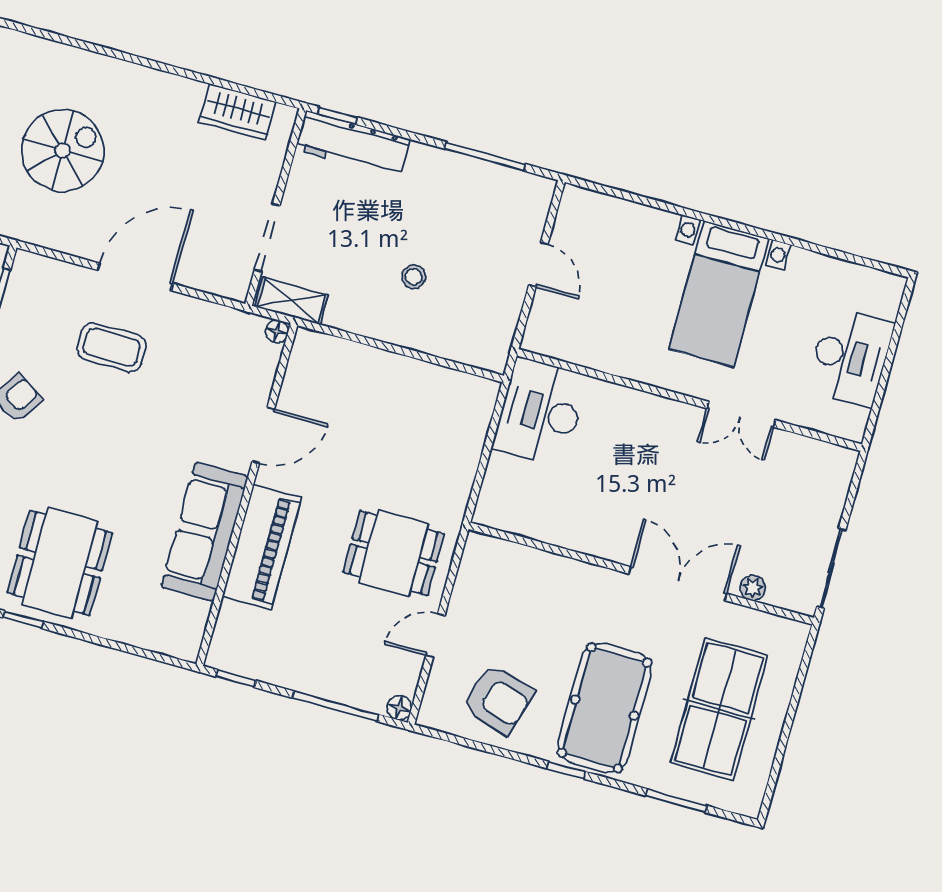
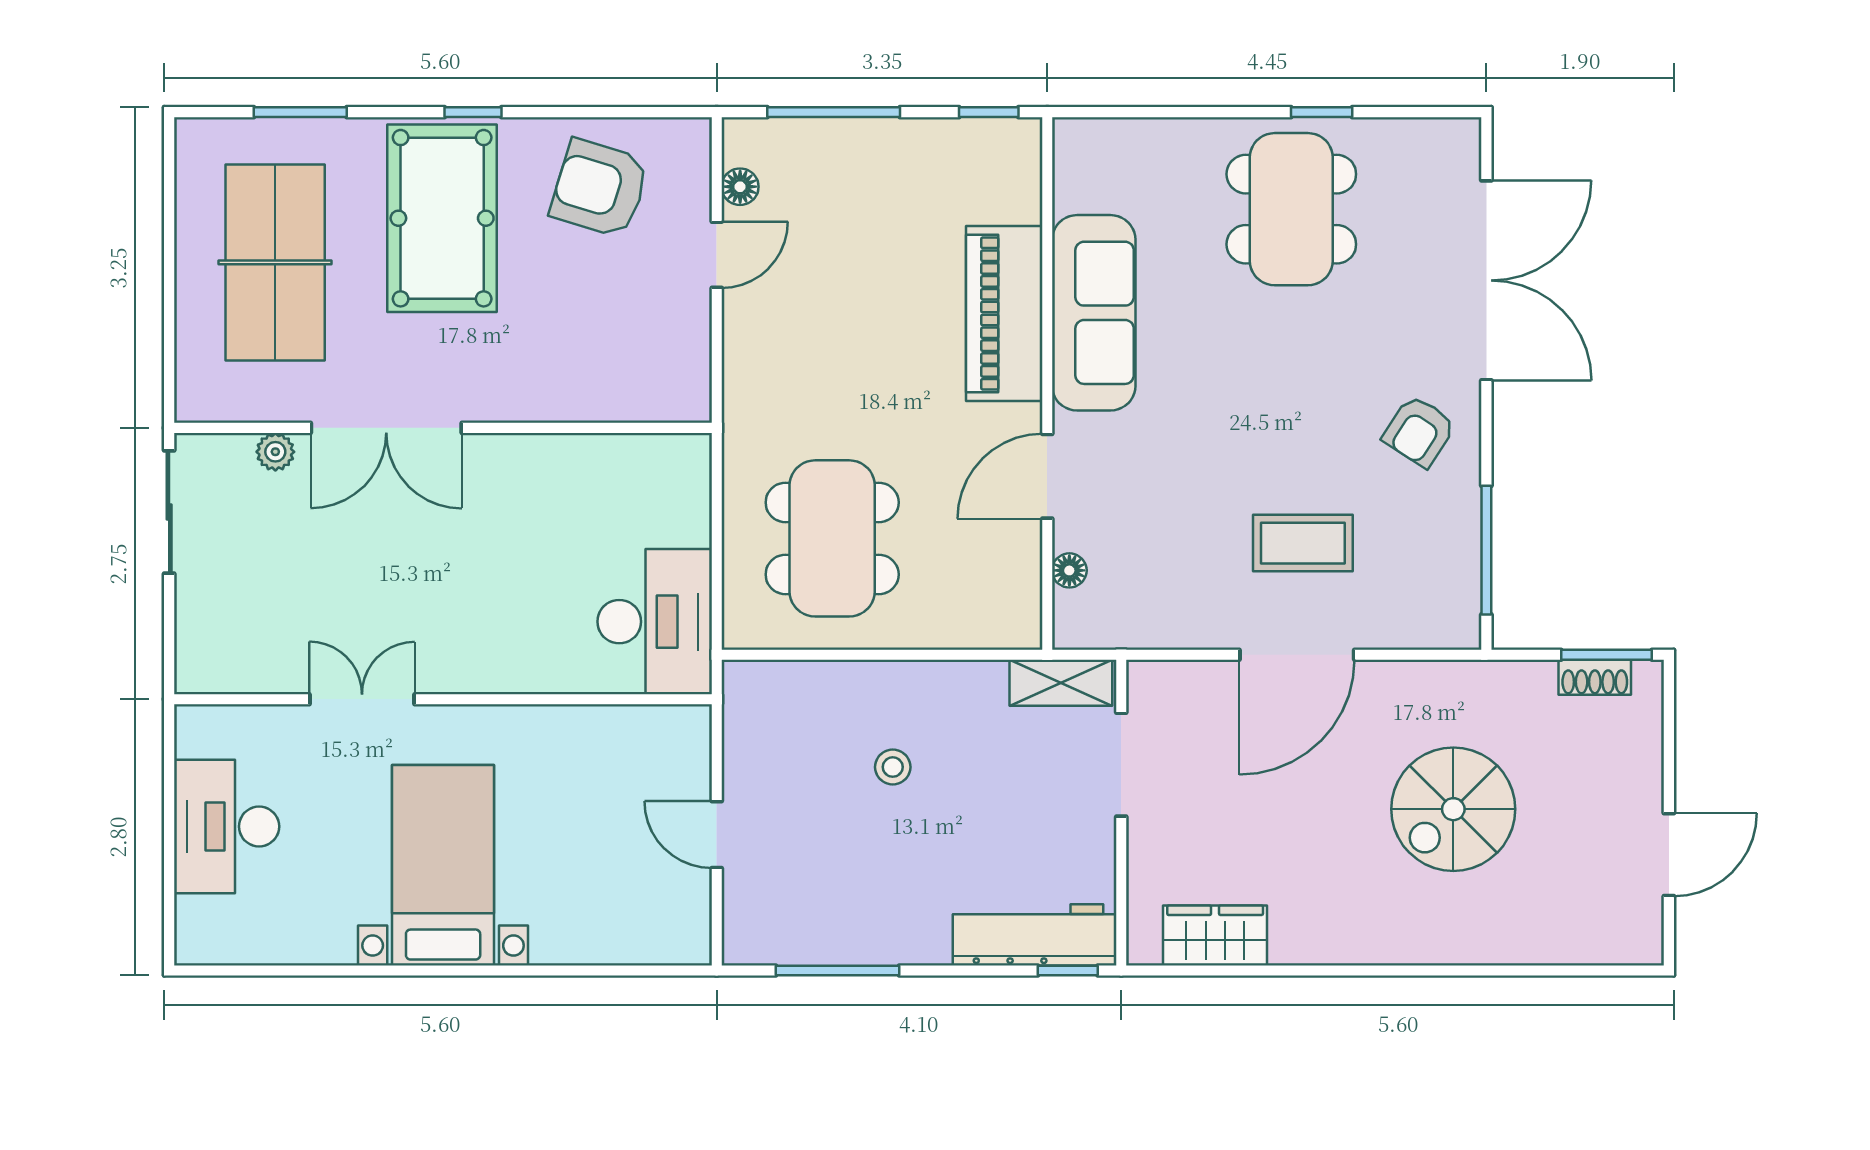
floor lamp: (277, 331) -> (1069, 570), moved
dining table: (394, 553) -> (832, 538), moved, width x1.38
floor lamp: (399, 708) -> (740, 187), moved

